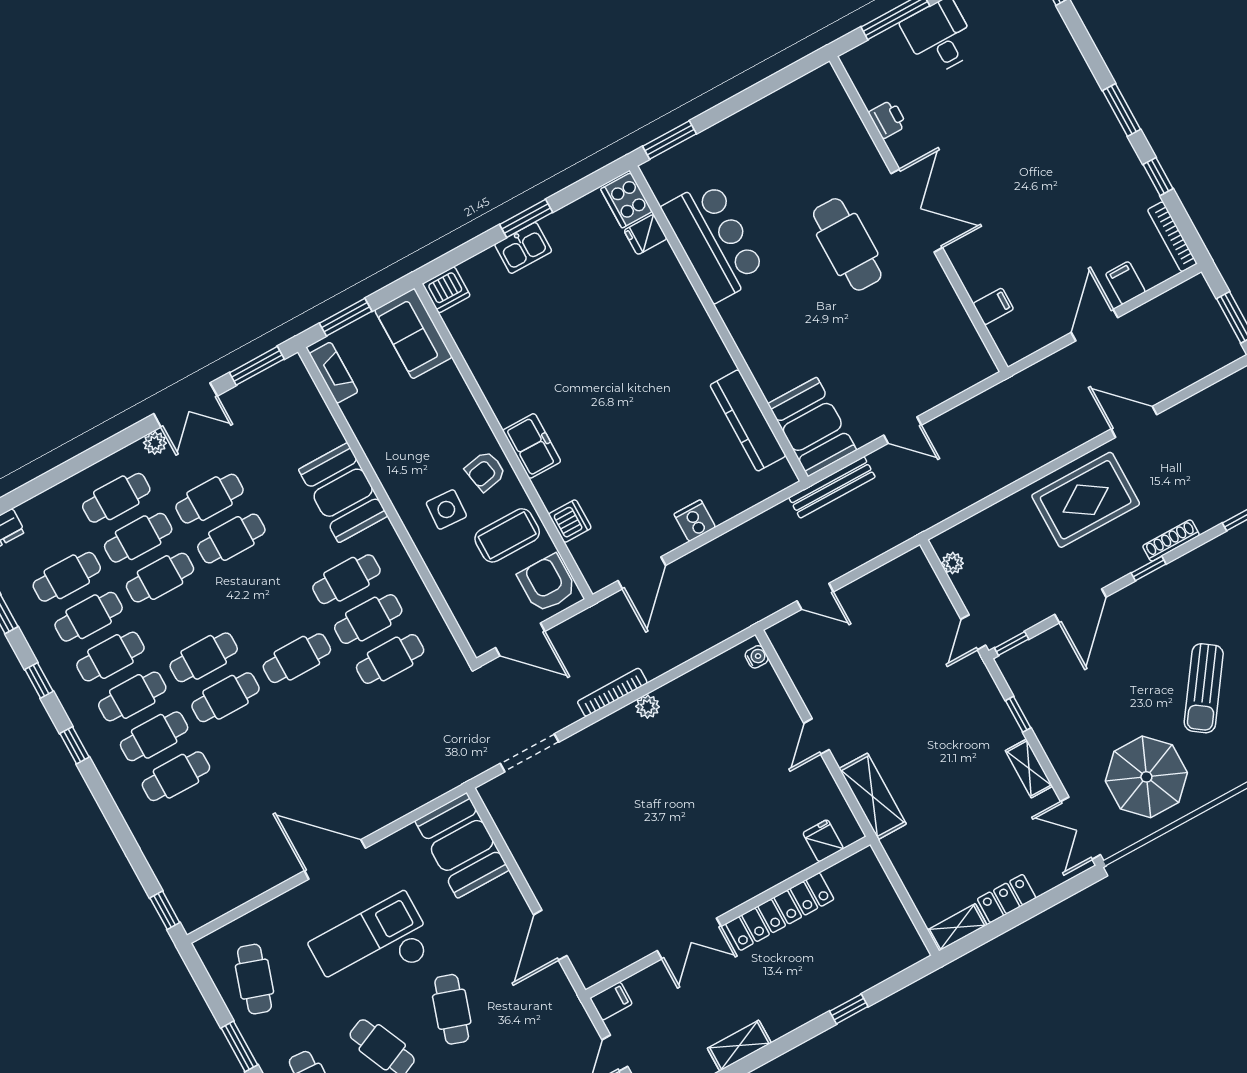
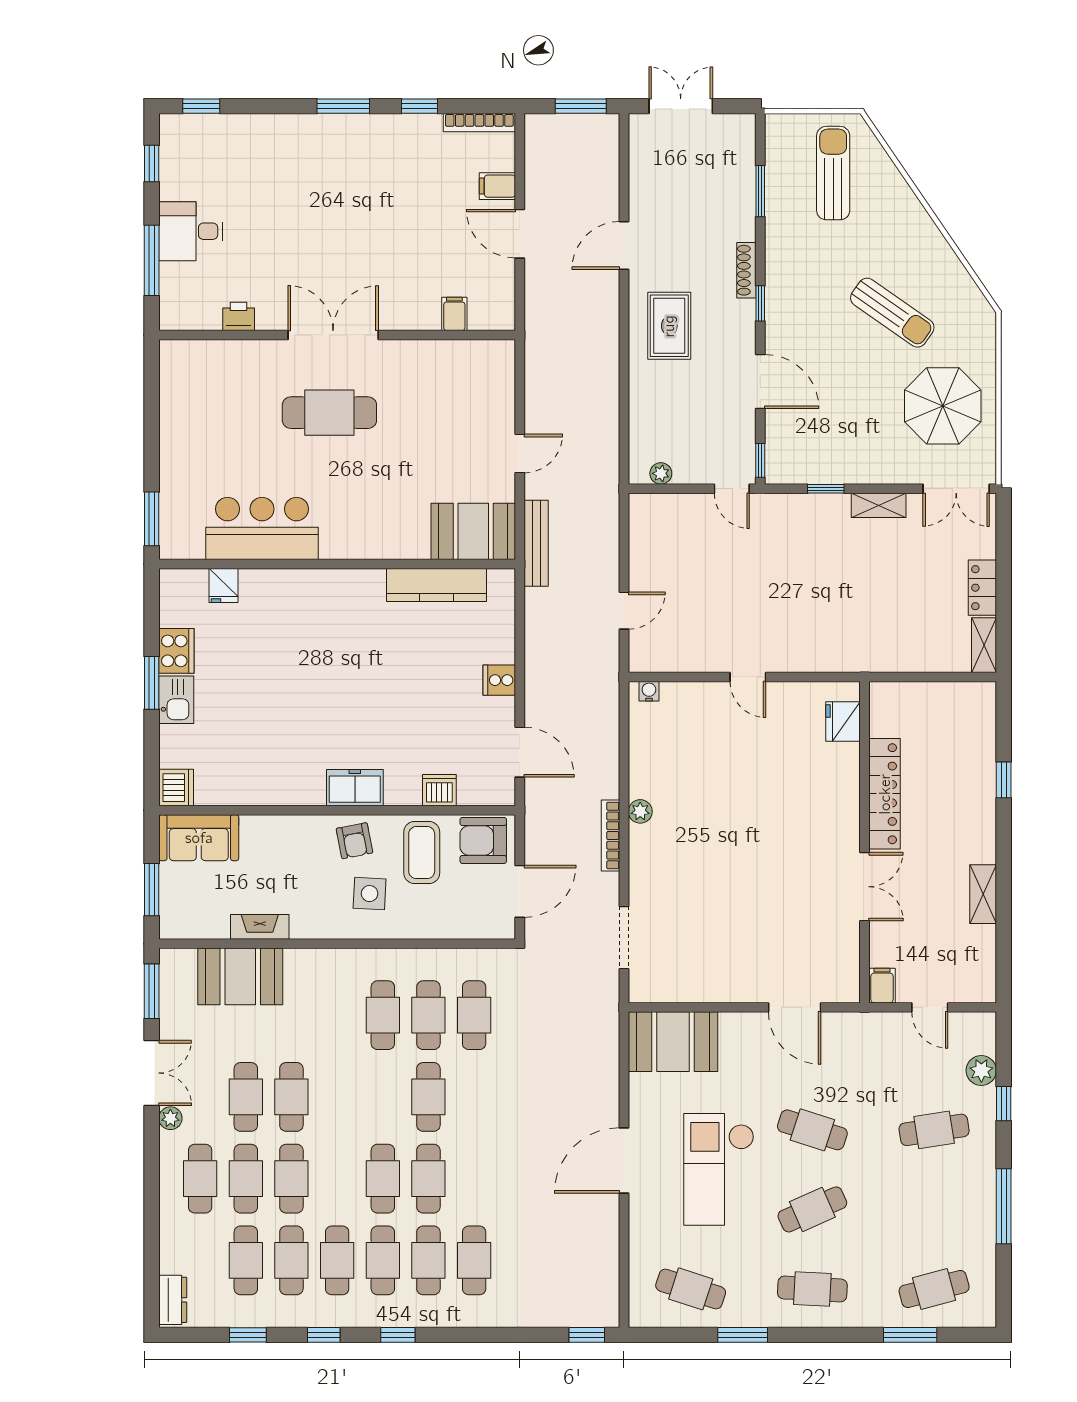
cooker: (626, 200) -> (176, 651), moved, turned -90
fireplace: (334, 373) -> (260, 927), moved
booth: (343, 493) -> (240, 976), moved
rug: (1086, 500) -> (669, 326), width x0.73, depth x0.70
shelving: (873, 796) -> (828, 656), removed
fridge: (823, 841) -> (843, 721), width x1.38

